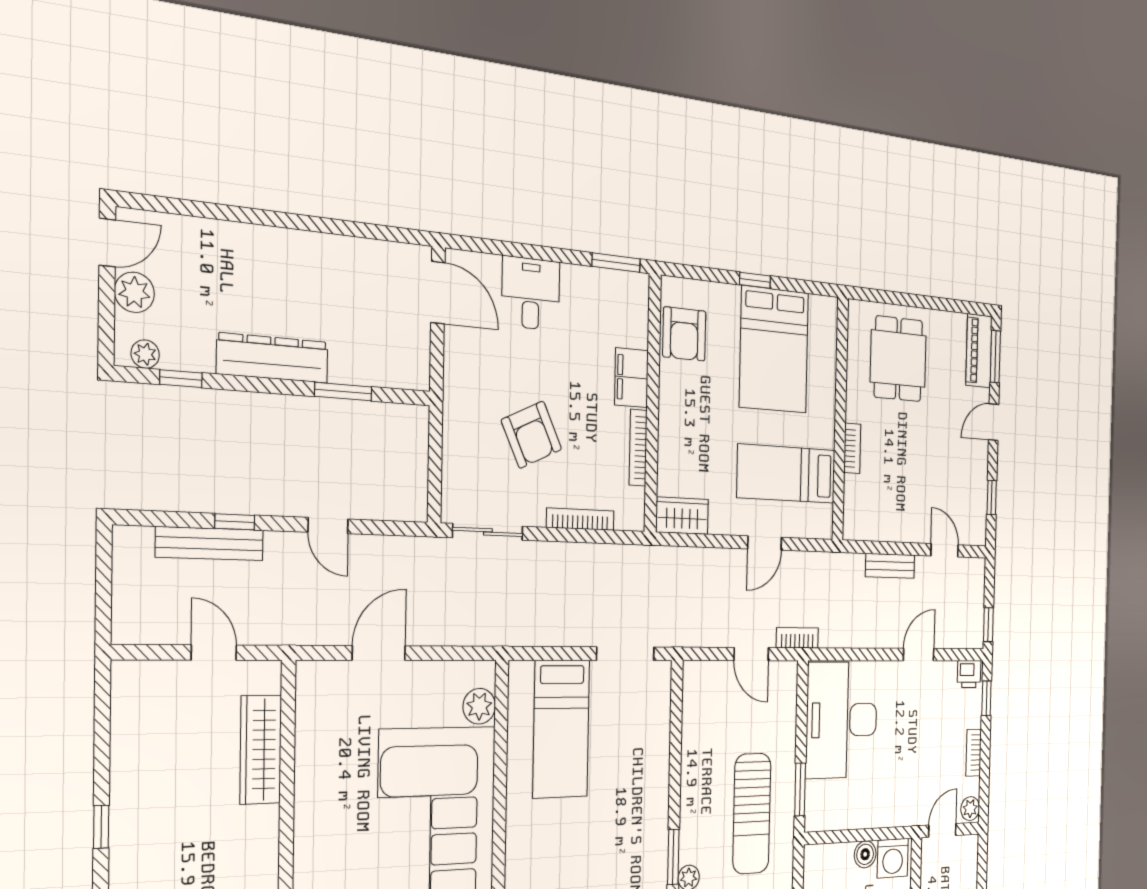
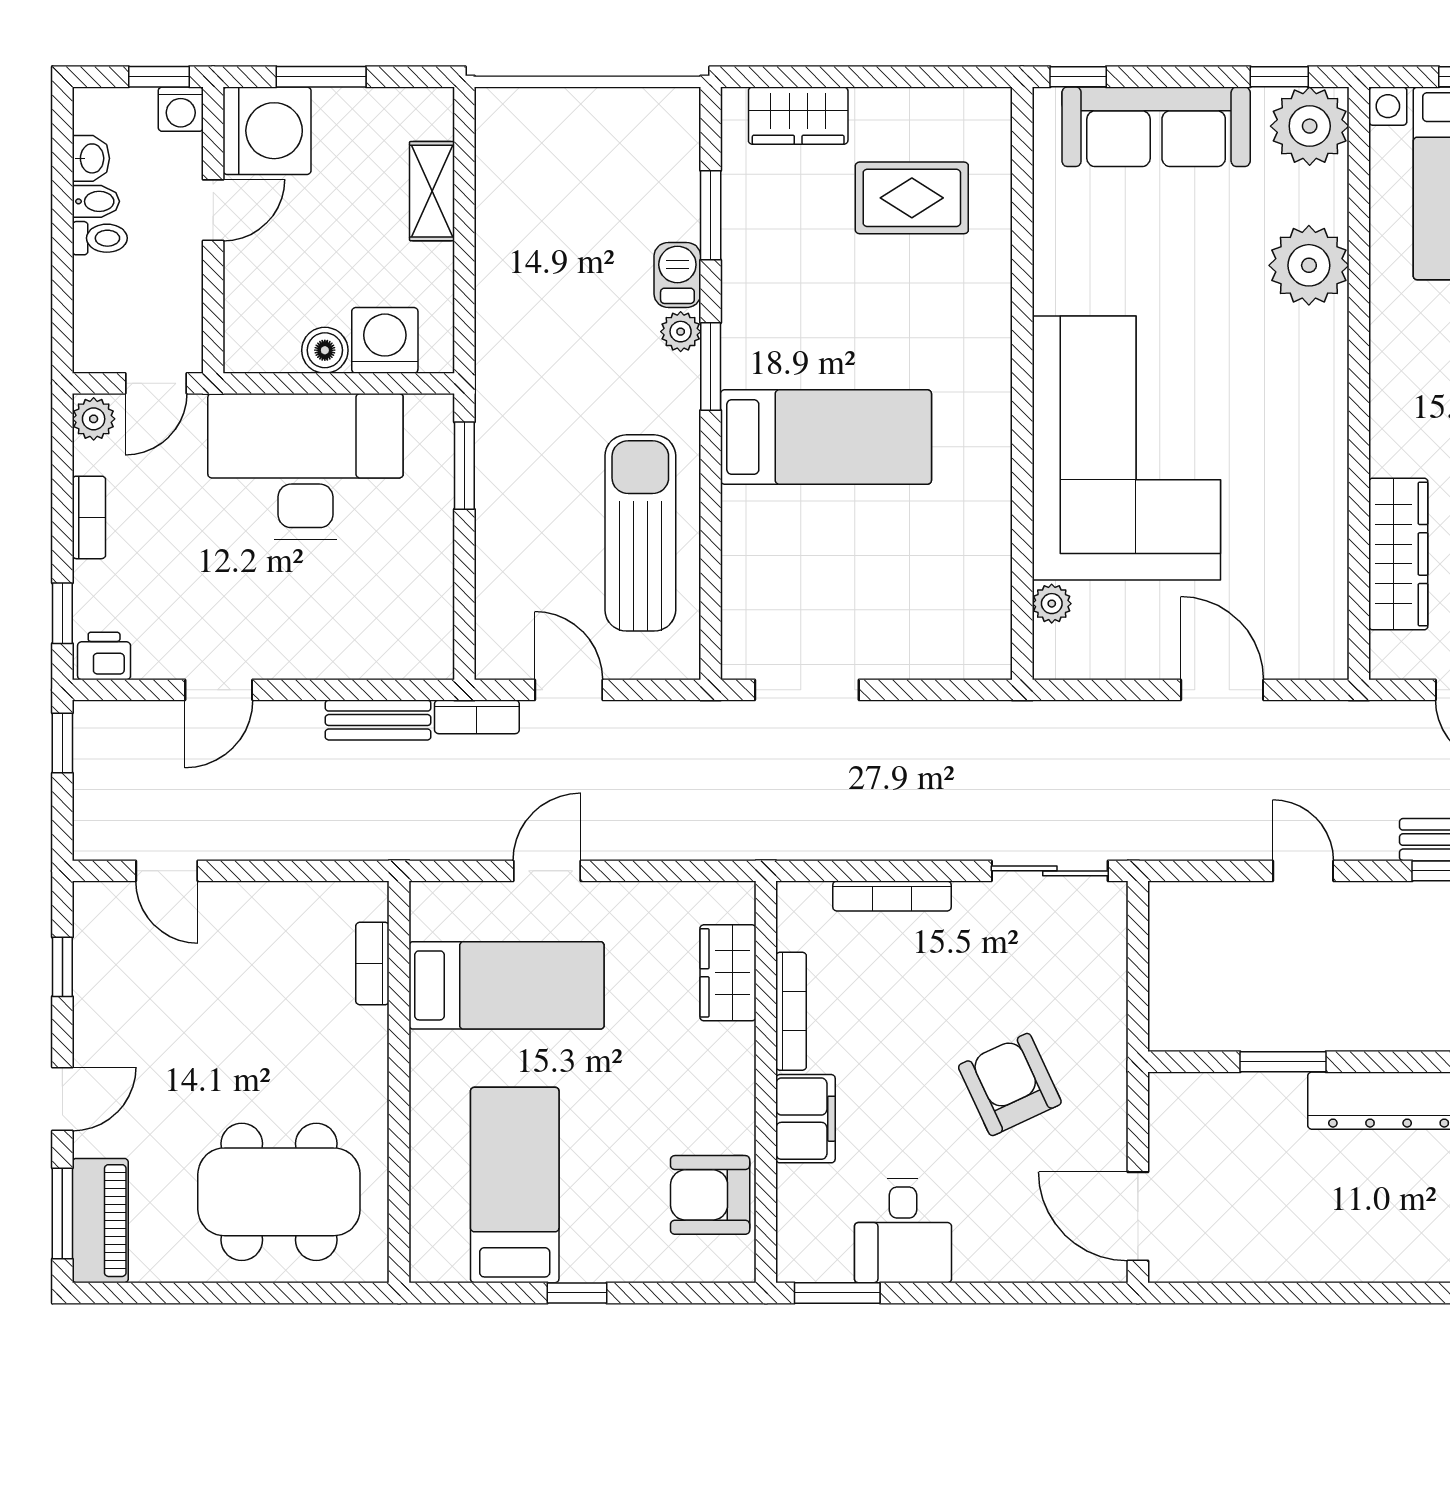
desk: (531, 293) -> (903, 1231), moved
armchair: (684, 334) -> (710, 1195), turned -90
bed: (774, 350) -> (515, 1185), width x0.67
dining table: (898, 359) -> (279, 1192), width x1.38
armchair: (531, 435) -> (1010, 1085), moved
bookcase: (852, 448) -> (372, 964), moved
wardrobe: (682, 516) -> (728, 973), moved, turned 90
bench: (890, 566) -> (378, 720), moved
door: (379, 653) -> (1222, 690), swing flipped
plant: (479, 706) -> (1052, 604), width x0.73, depth x0.73
desk: (842, 720) -> (305, 466), moved, turned -90
bed: (561, 729) -> (826, 437), moved, turned 90
sun lounger: (752, 814) -> (640, 533), moved
washing machine: (893, 858) -> (385, 340), moved

